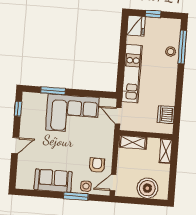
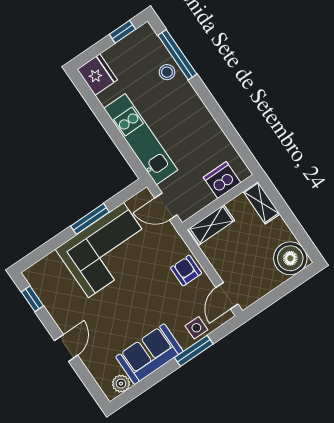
window: (153, 14) -> (122, 32), moved
window: (53, 91) -> (90, 219), moved
dishwasher: (166, 115) -> (222, 180), moved, turned 90
armchair: (97, 165) -> (186, 271), moved
plant: (28, 184) -> (121, 384), added
boiler: (147, 188) -> (290, 258), moved

